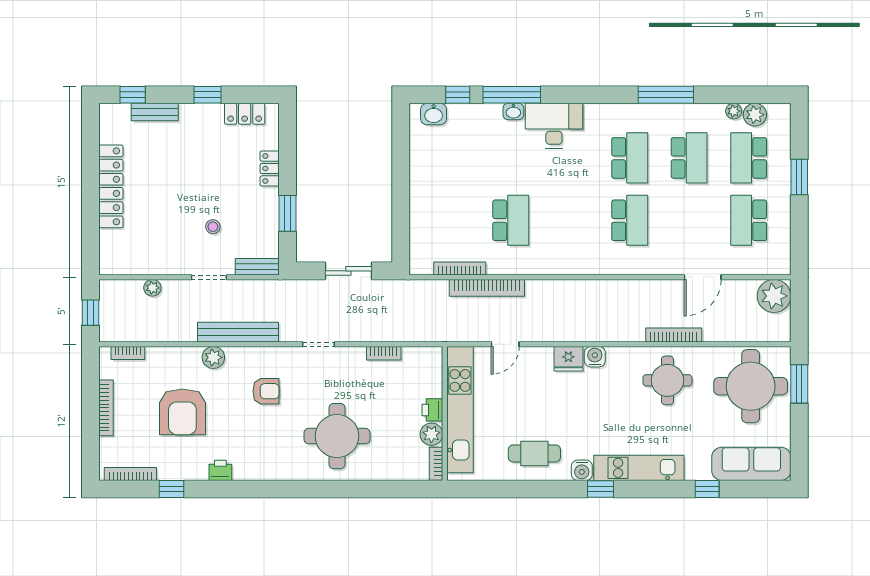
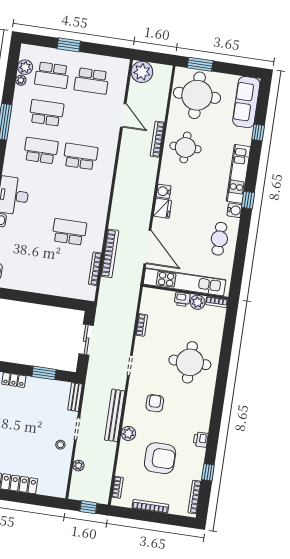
stool: (213, 227) -> (60, 445), moved
door: (505, 344) -> (147, 247), width x1.88

